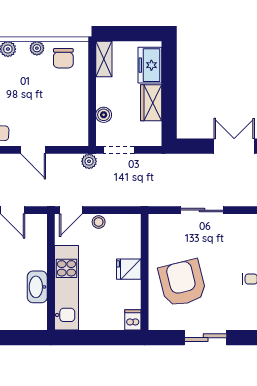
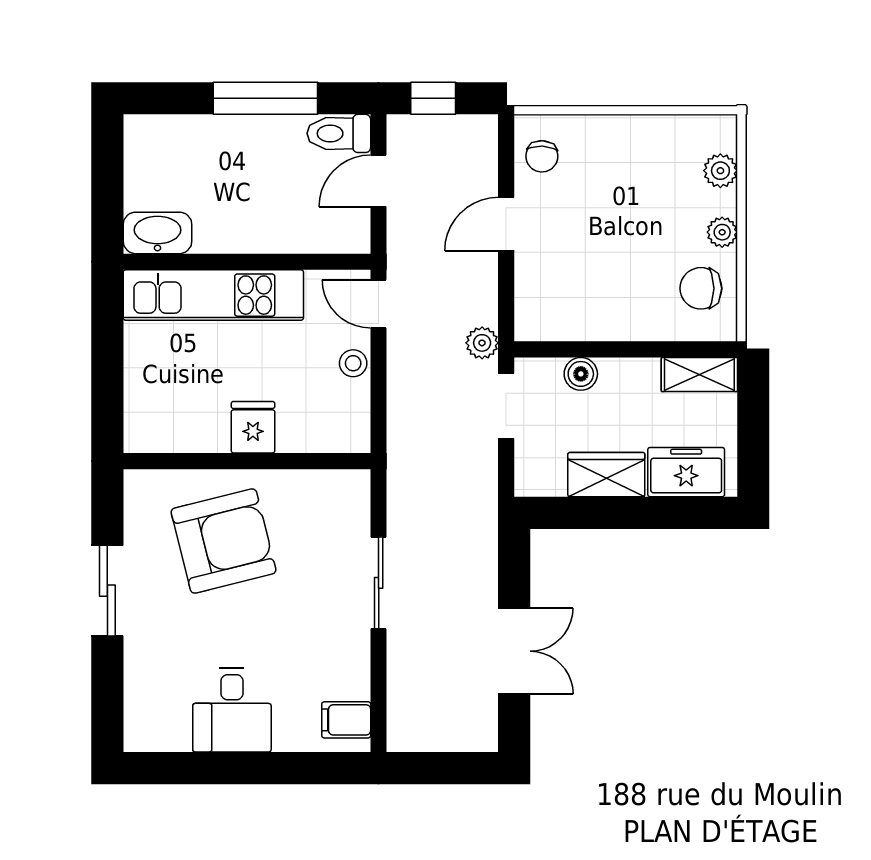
washbasin: (37, 287) -> (157, 233), moved
dishwasher: (133, 320) -> (145, 436), removed

